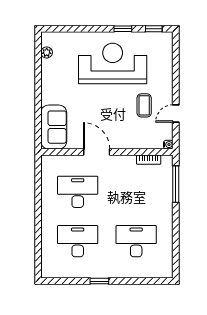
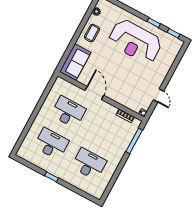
reception desk: (113, 63) -> (135, 41), turned 180
coffee table: (144, 105) -> (92, 33), moved
door: (176, 114) -> (158, 95), swing flipped

